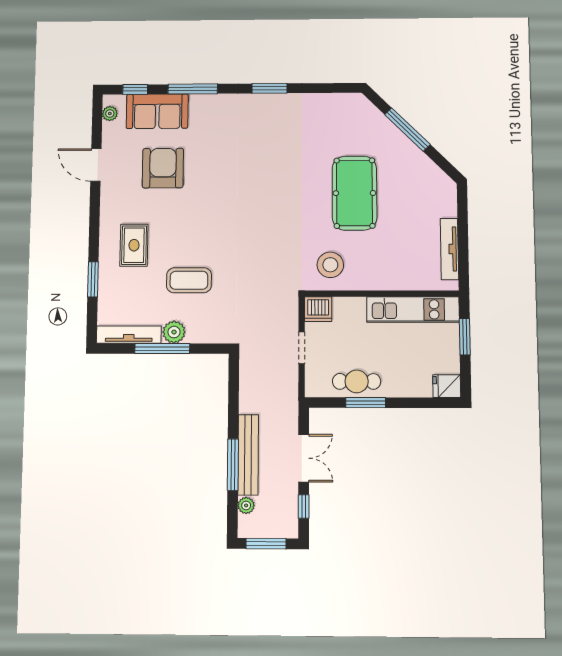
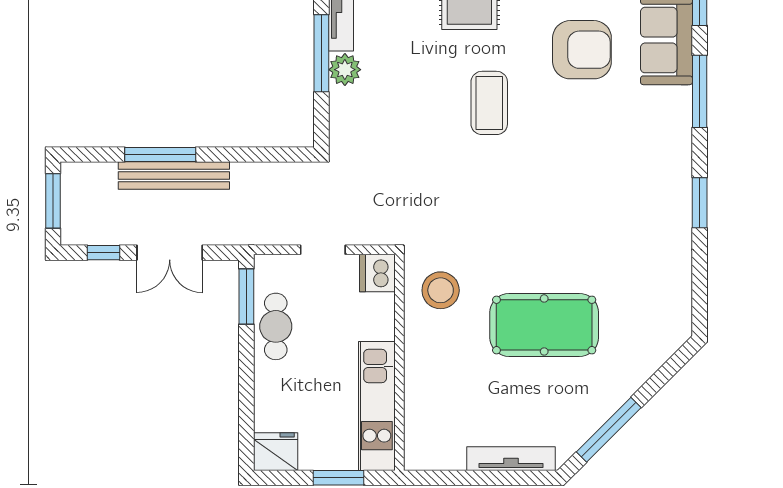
window: (407, 130) -> (609, 430), moved
tv unit: (449, 249) -> (511, 459), moved
coffee table: (189, 280) -> (489, 103), moved
fridge: (447, 386) -> (276, 452), width x1.38
window: (366, 403) -> (246, 296), moved
plant: (246, 505) -> (104, 173), removed

